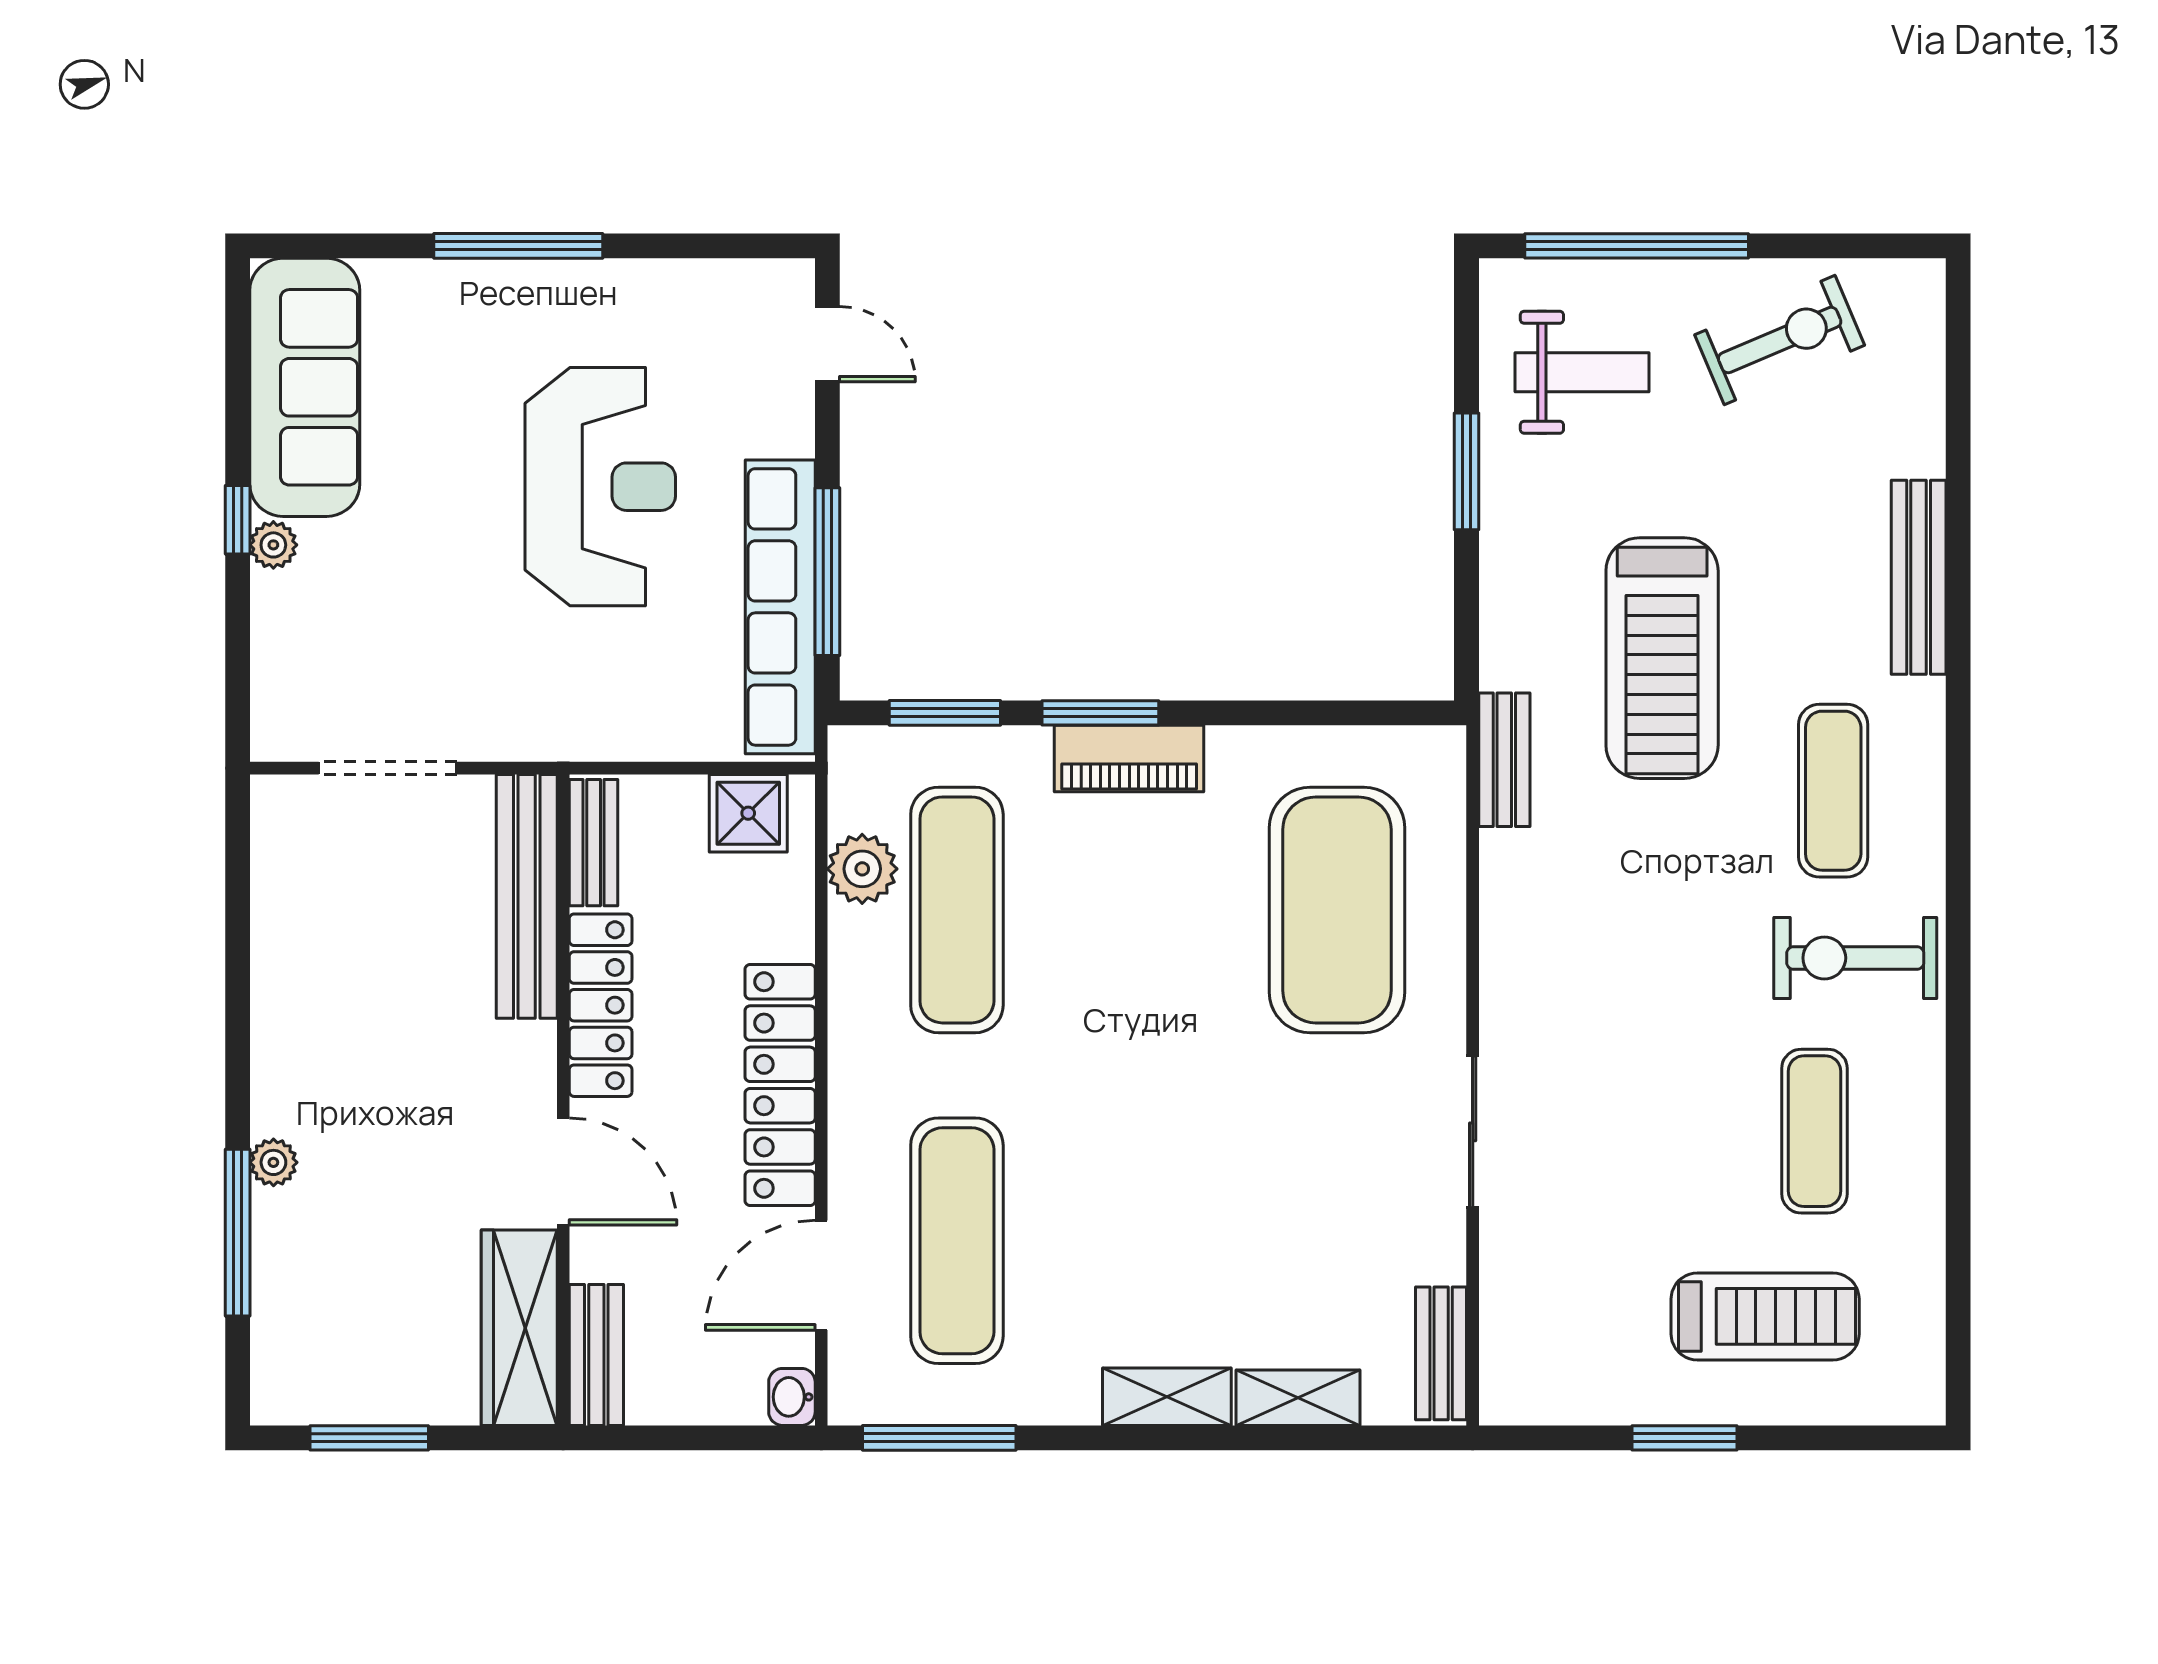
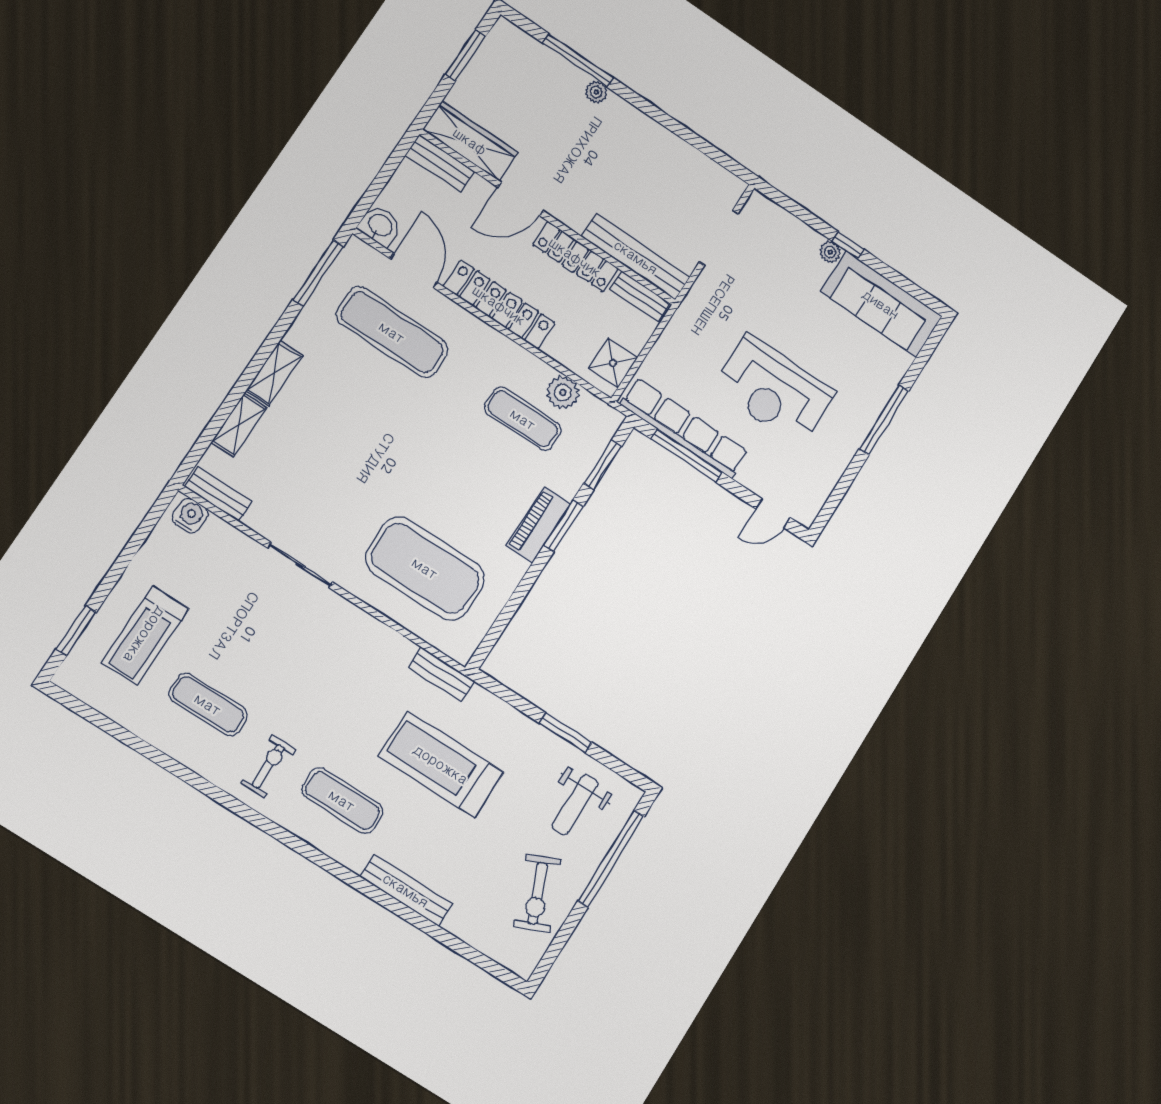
exercise mat: (957, 910) -> (523, 419), width x0.73, depth x0.69
exercise bike: (1855, 958) -> (268, 766), width x0.73, depth x0.72
water cooler: (1510, 1377) -> (190, 516), added
washbasin: (792, 1397) -> (380, 226), width x1.38, depth x1.45
window: (1684, 1438) -> (76, 631), moved

